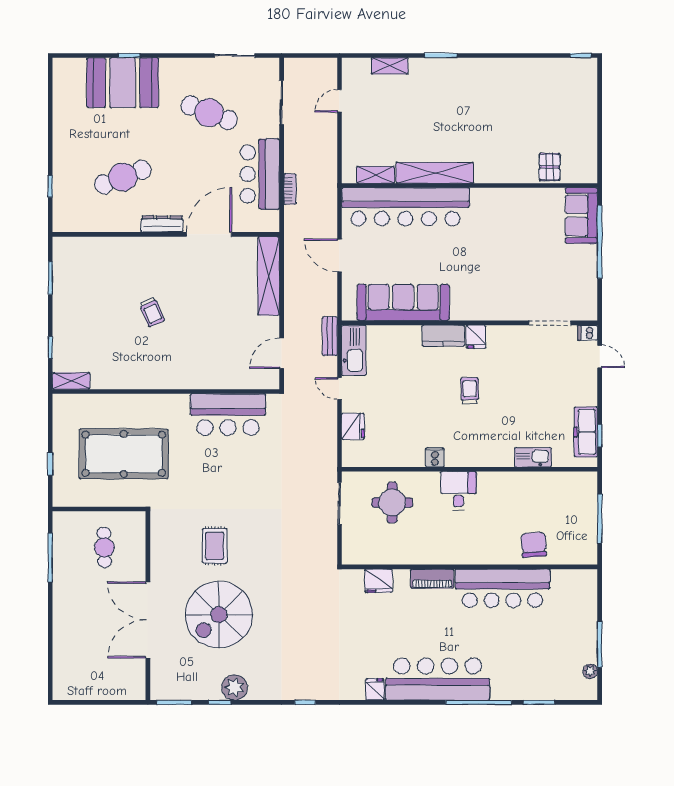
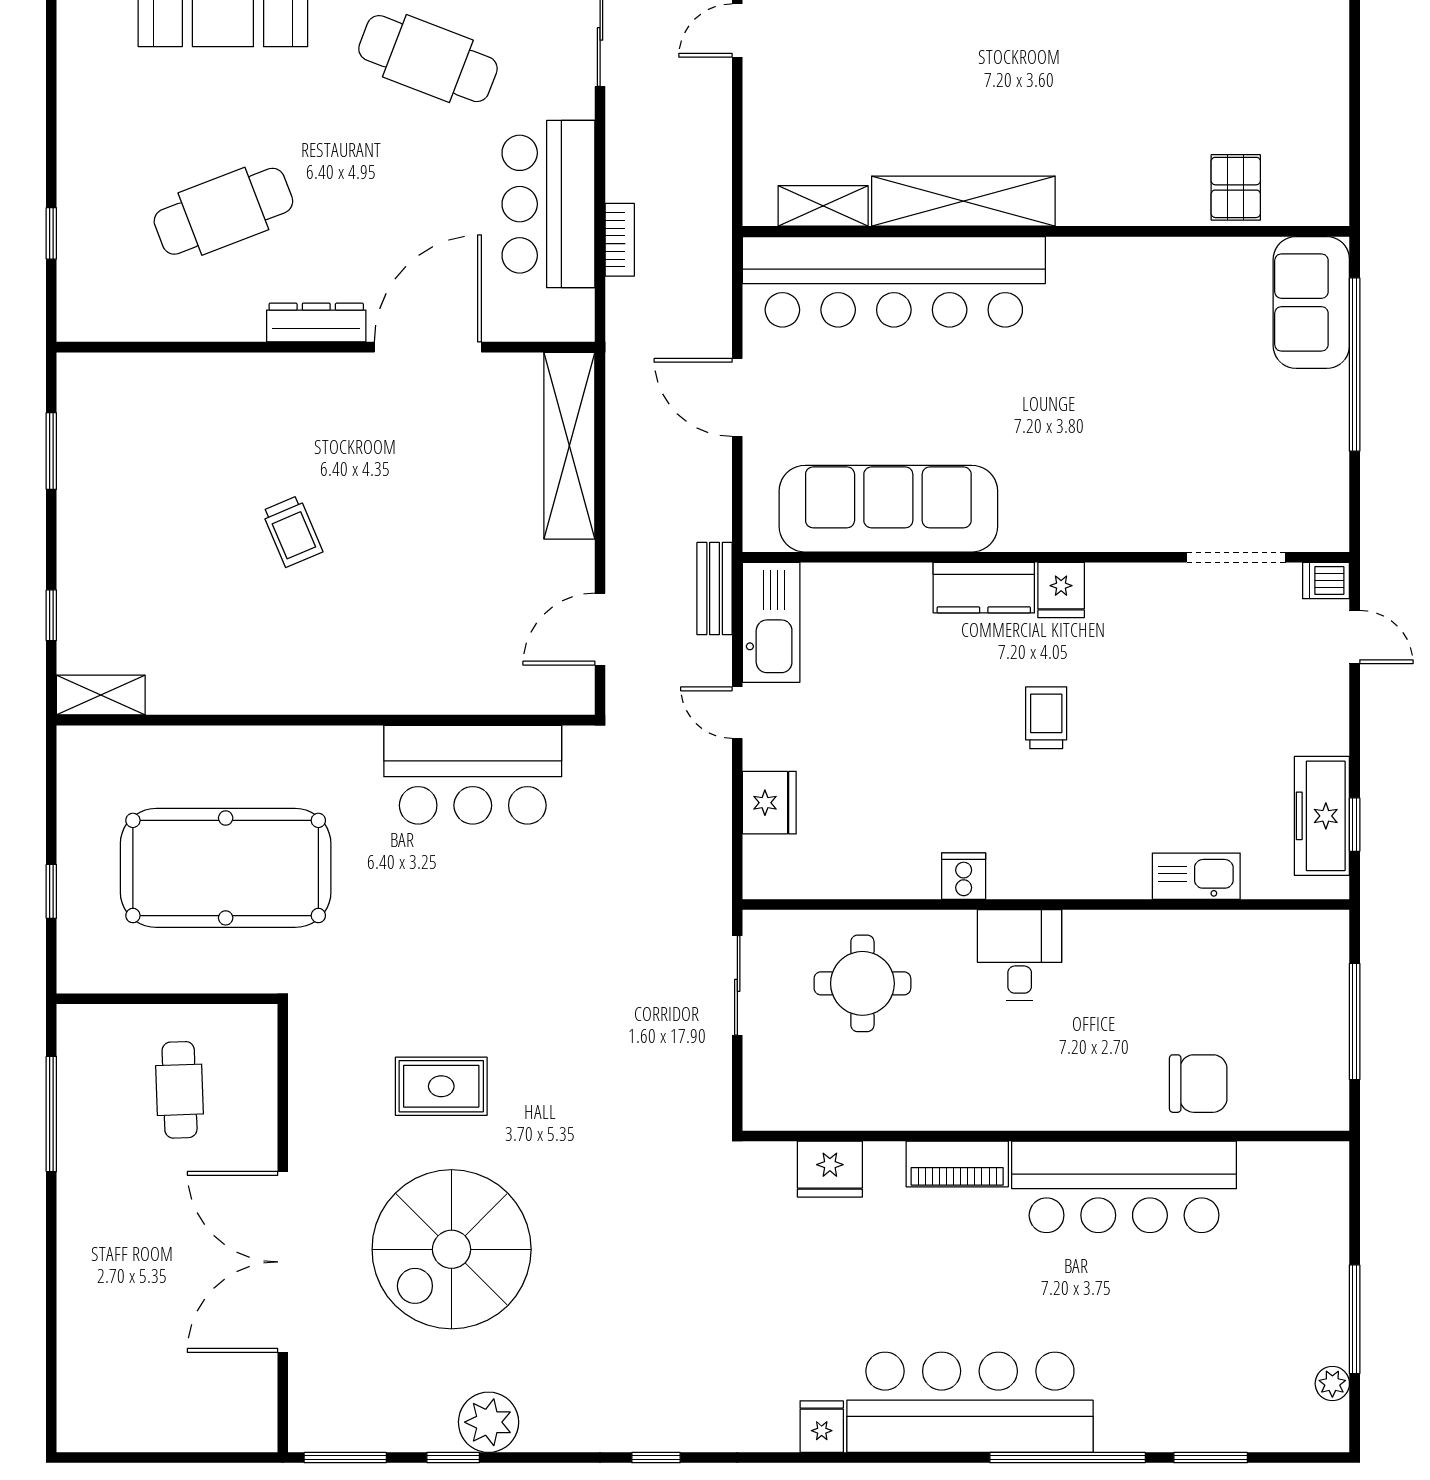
chair: (534, 545) -> (1198, 1084), turned 94
rug: (215, 546) -> (441, 1086), turned 90

